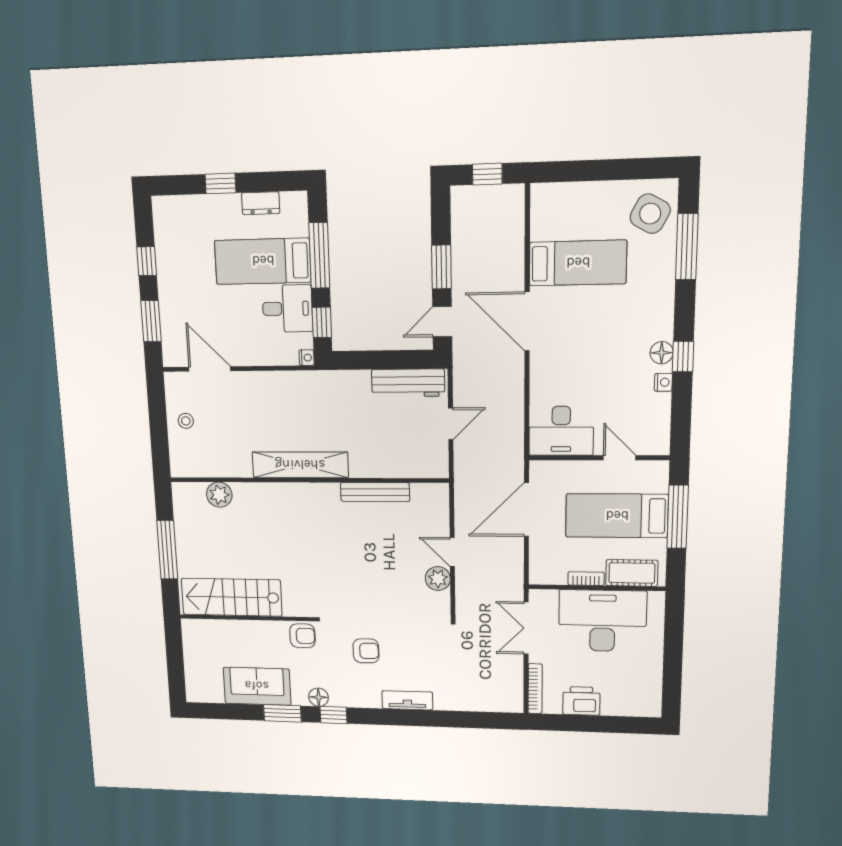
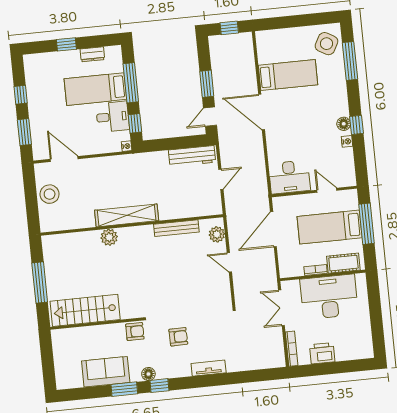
stool: (186, 421) -> (50, 194), width x1.89, depth x1.89
plant: (219, 495) -> (109, 237), moved
plant: (438, 579) -> (217, 234), moved

